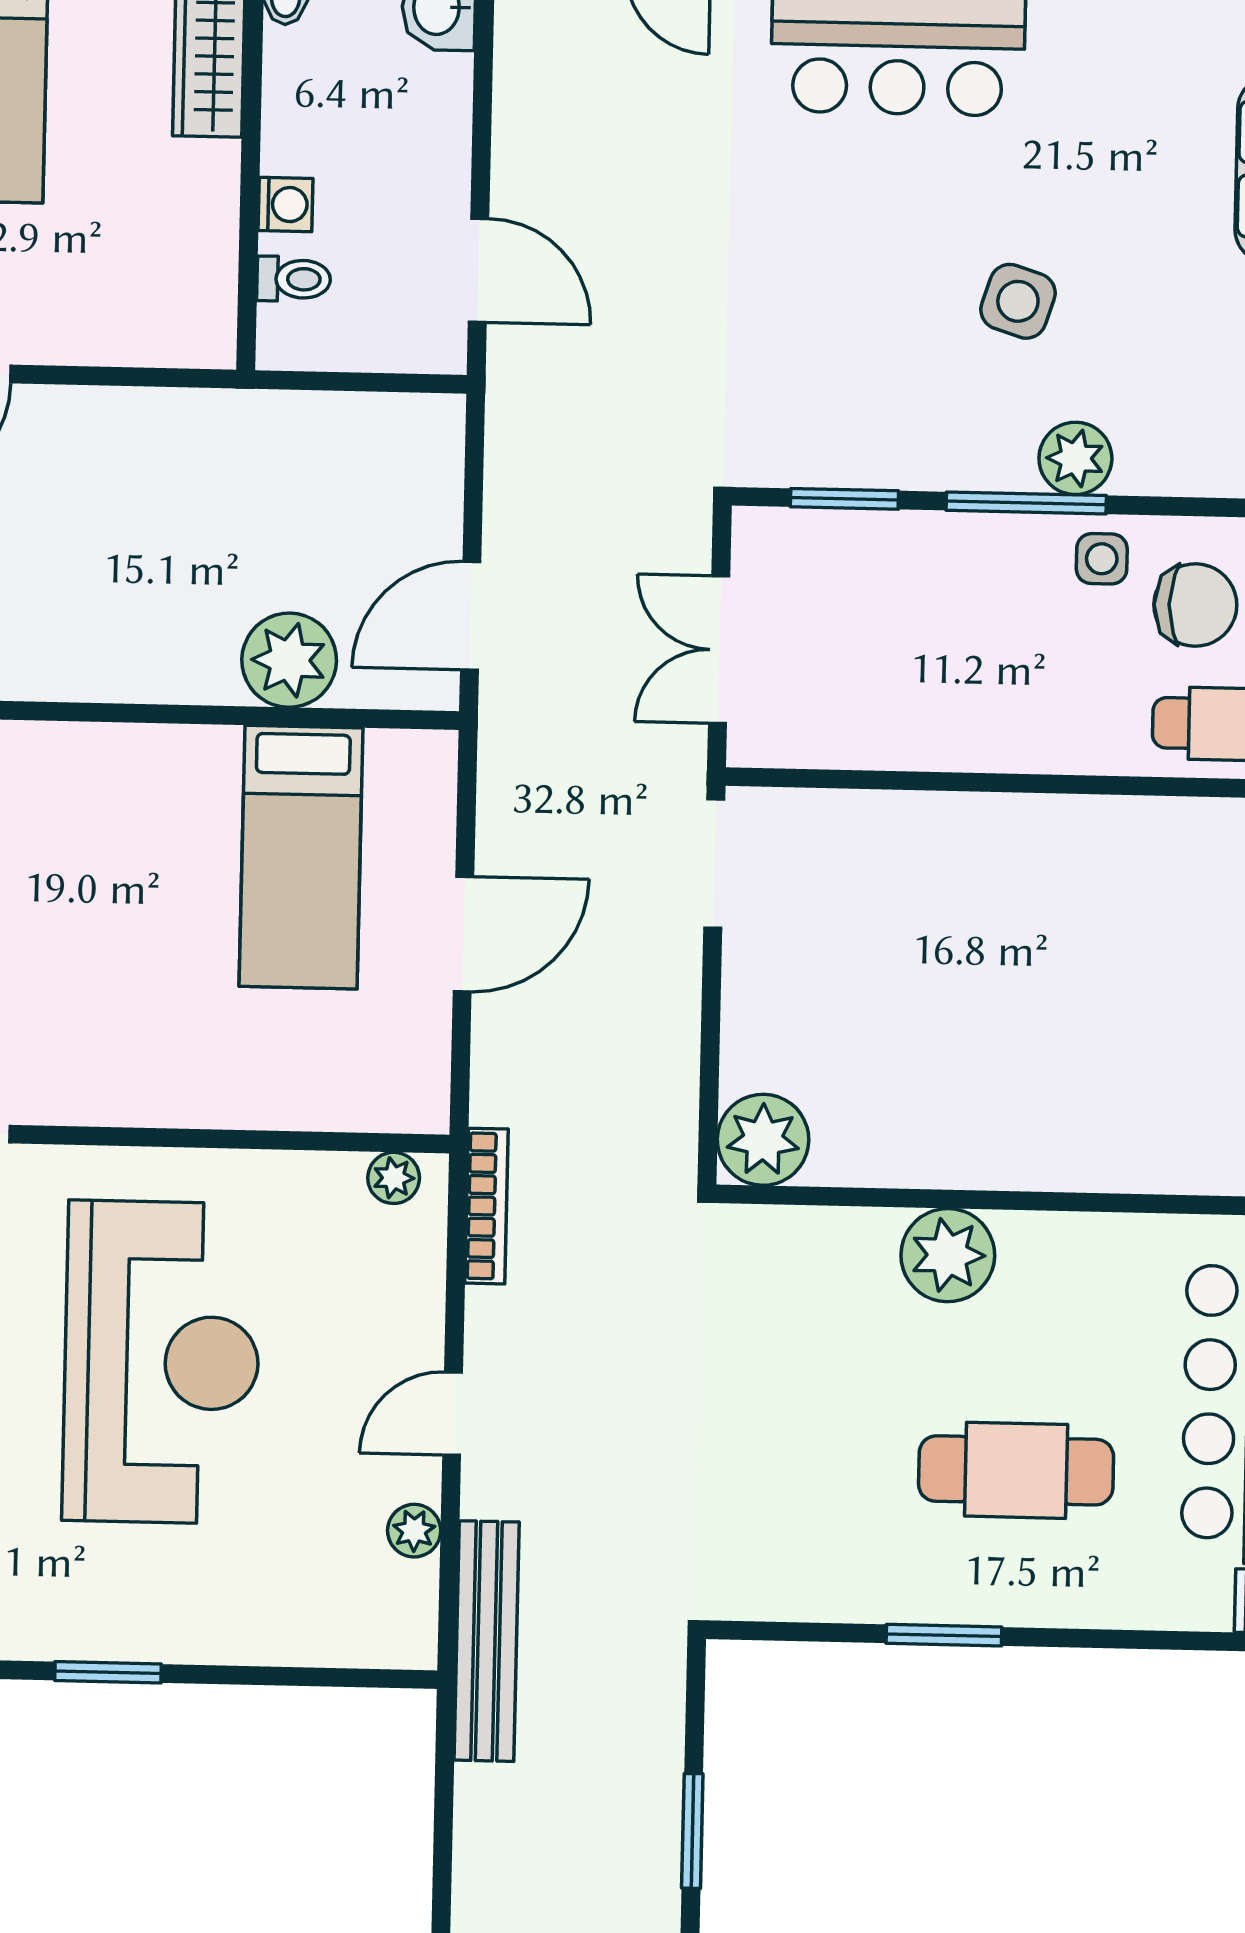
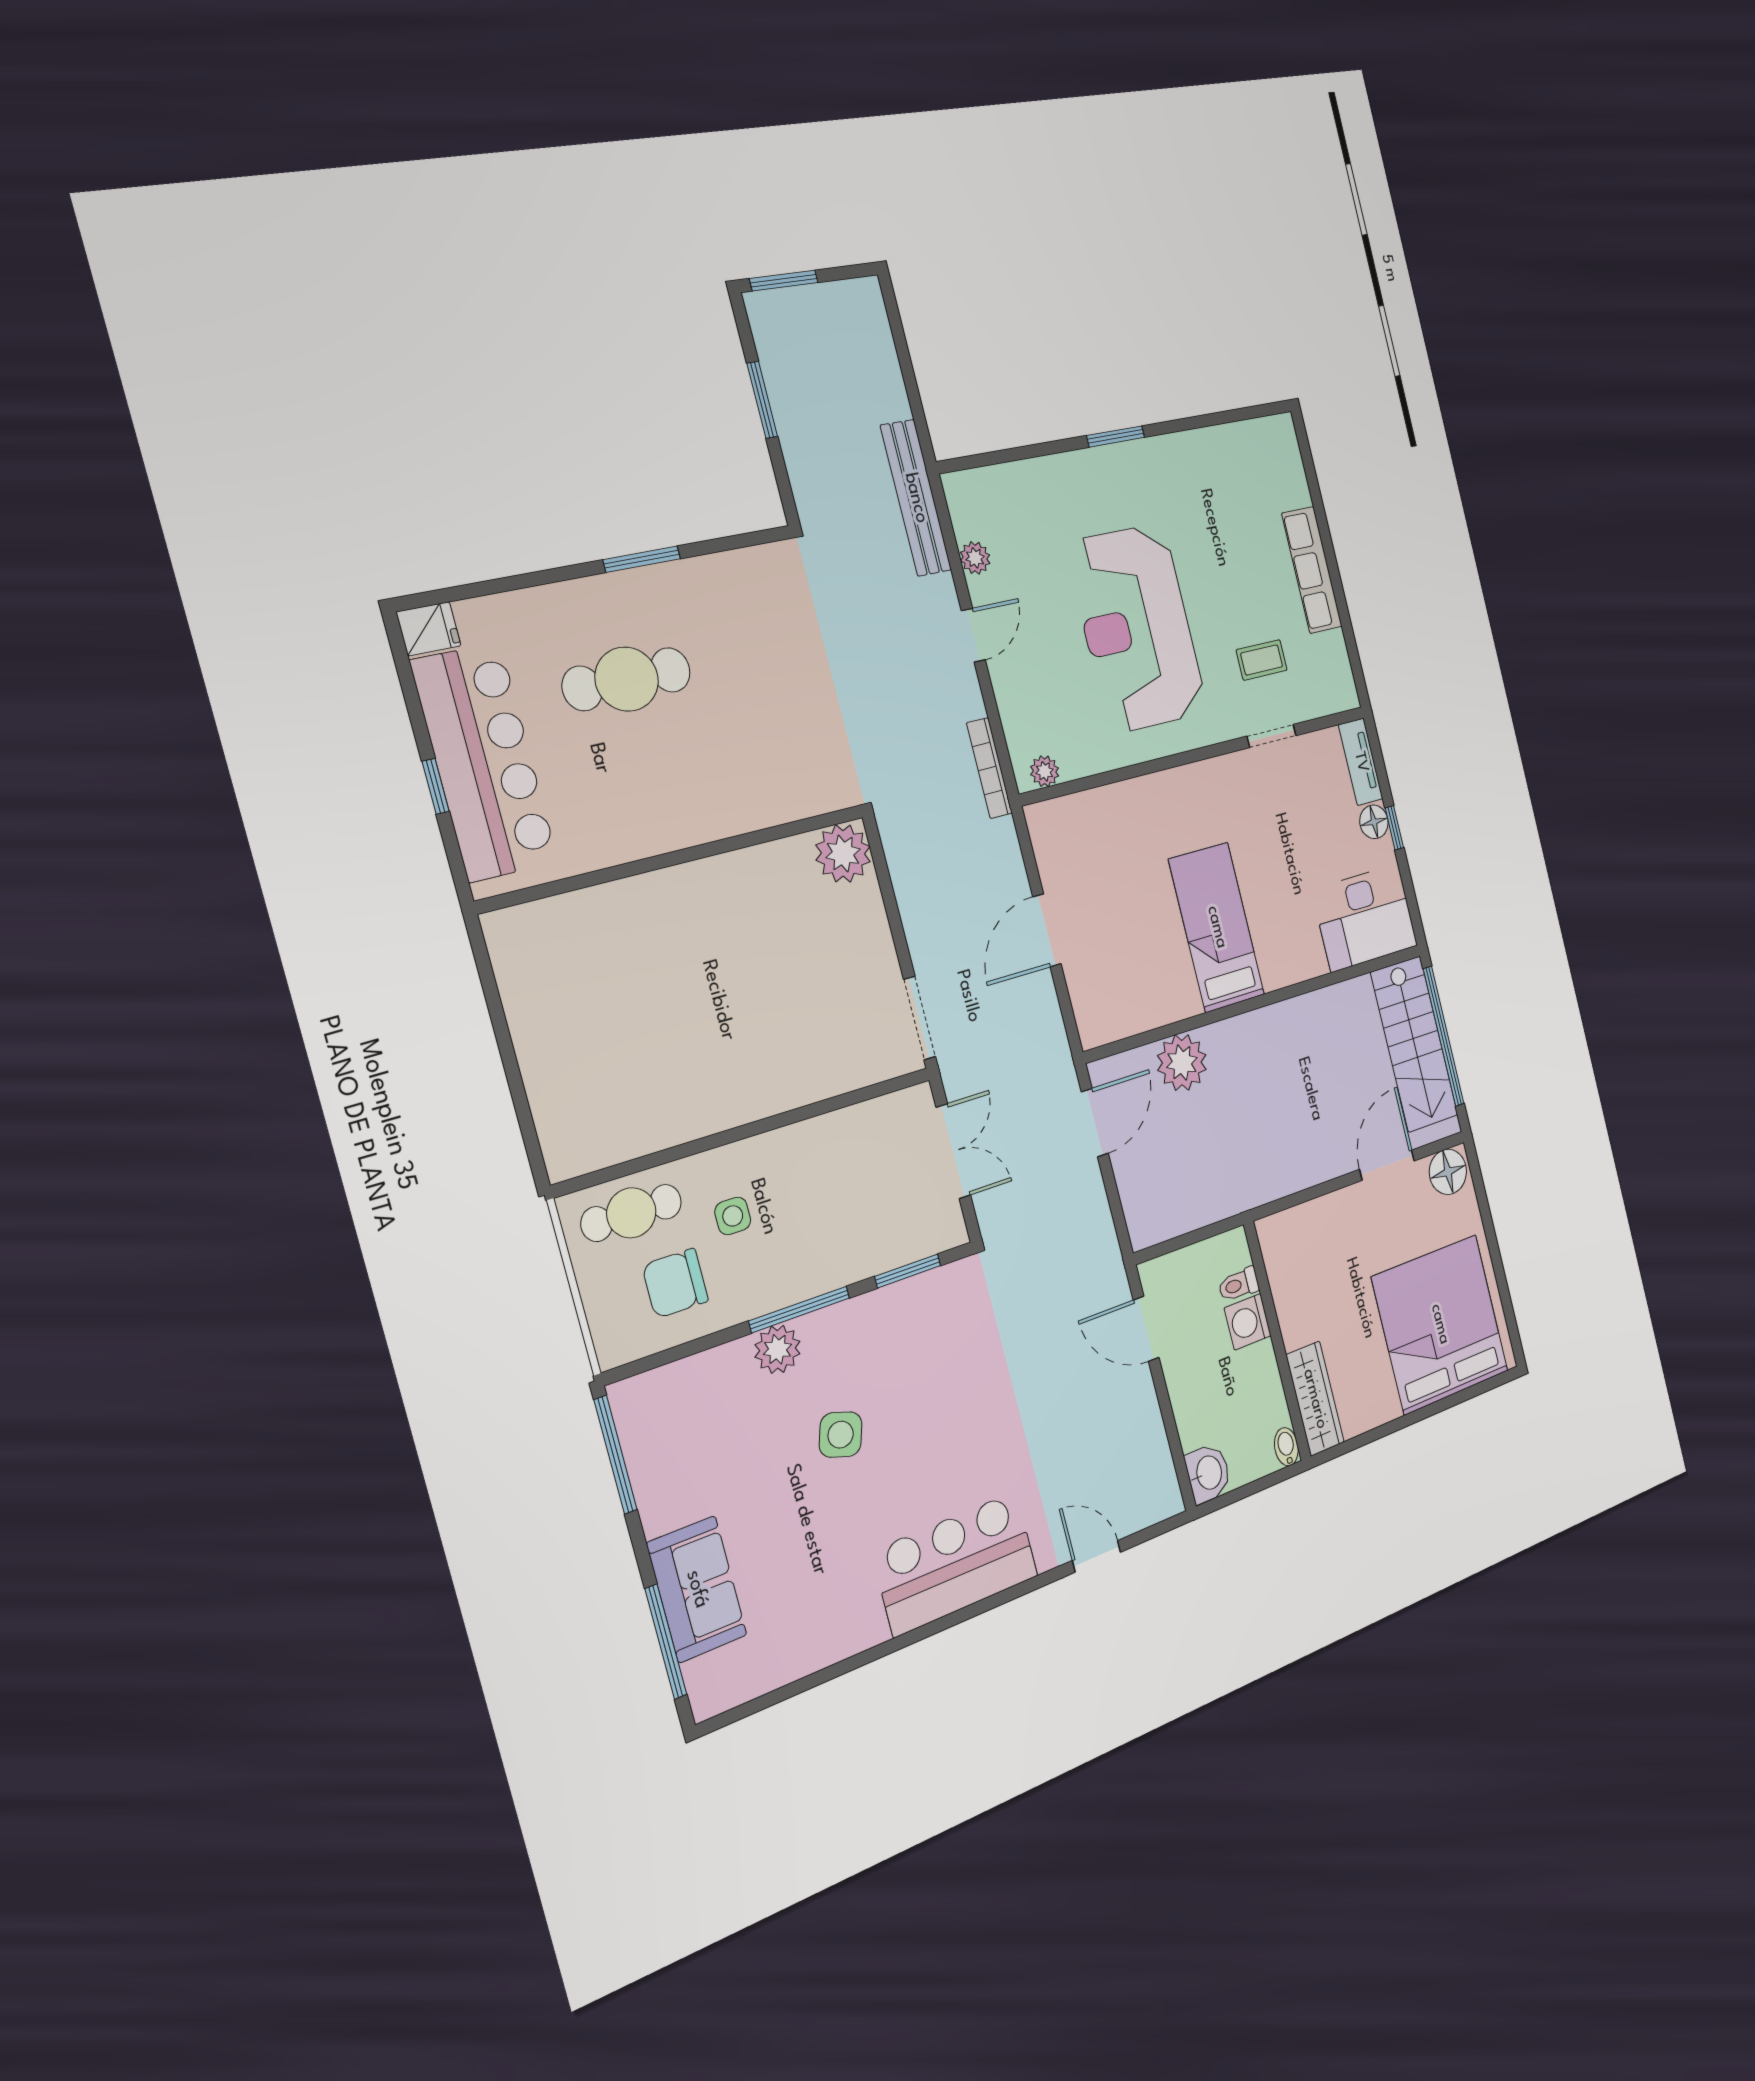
washing machine: (286, 204) -> (1248, 1322), width x1.38, depth x1.38
side table: (1102, 559) -> (733, 1216), moved
bed: (301, 857) -> (1217, 927), moved
plant: (948, 1255) -> (710, 810), removed

